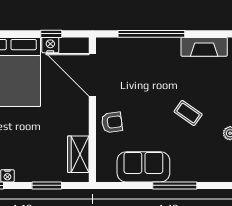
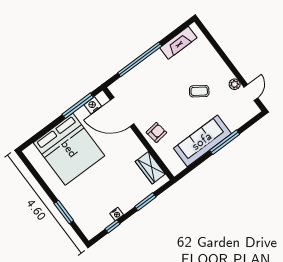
window: (51, 34) -> (78, 106), width x2.17
nightstand: (50, 45) -> (93, 105), moved
sofa: (143, 167) -> (202, 141), width x1.36

